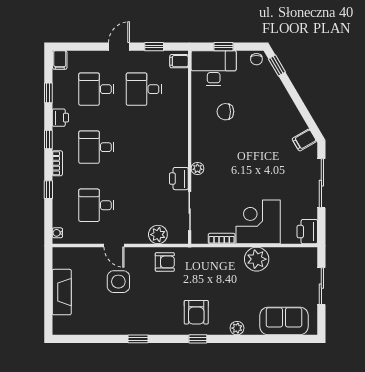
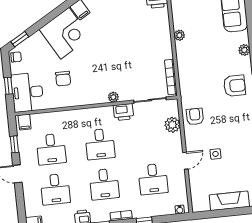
desk: (144, 147) -> (100, 144), added
corner desk: (258, 222) -> (65, 33), moved, turned -120
bookcase: (222, 239) -> (171, 77), width x1.56
plant: (257, 259) -> (179, 35), width x0.53, depth x0.53
side table: (118, 282) -> (216, 154), width x0.54, depth x0.54

